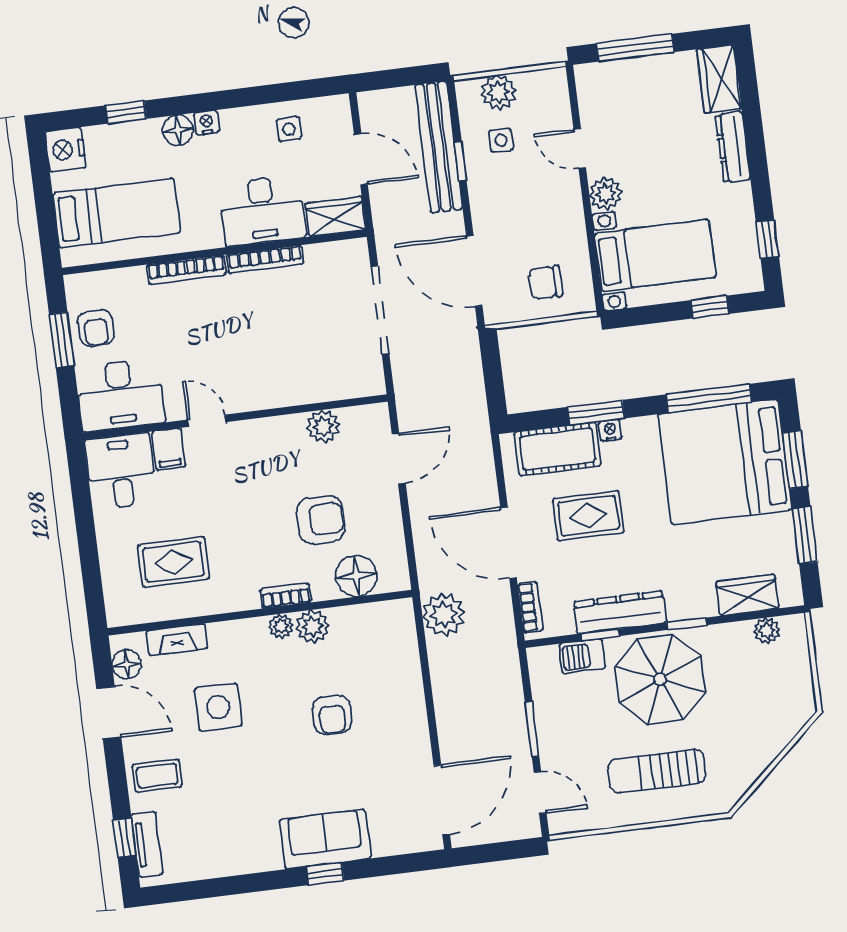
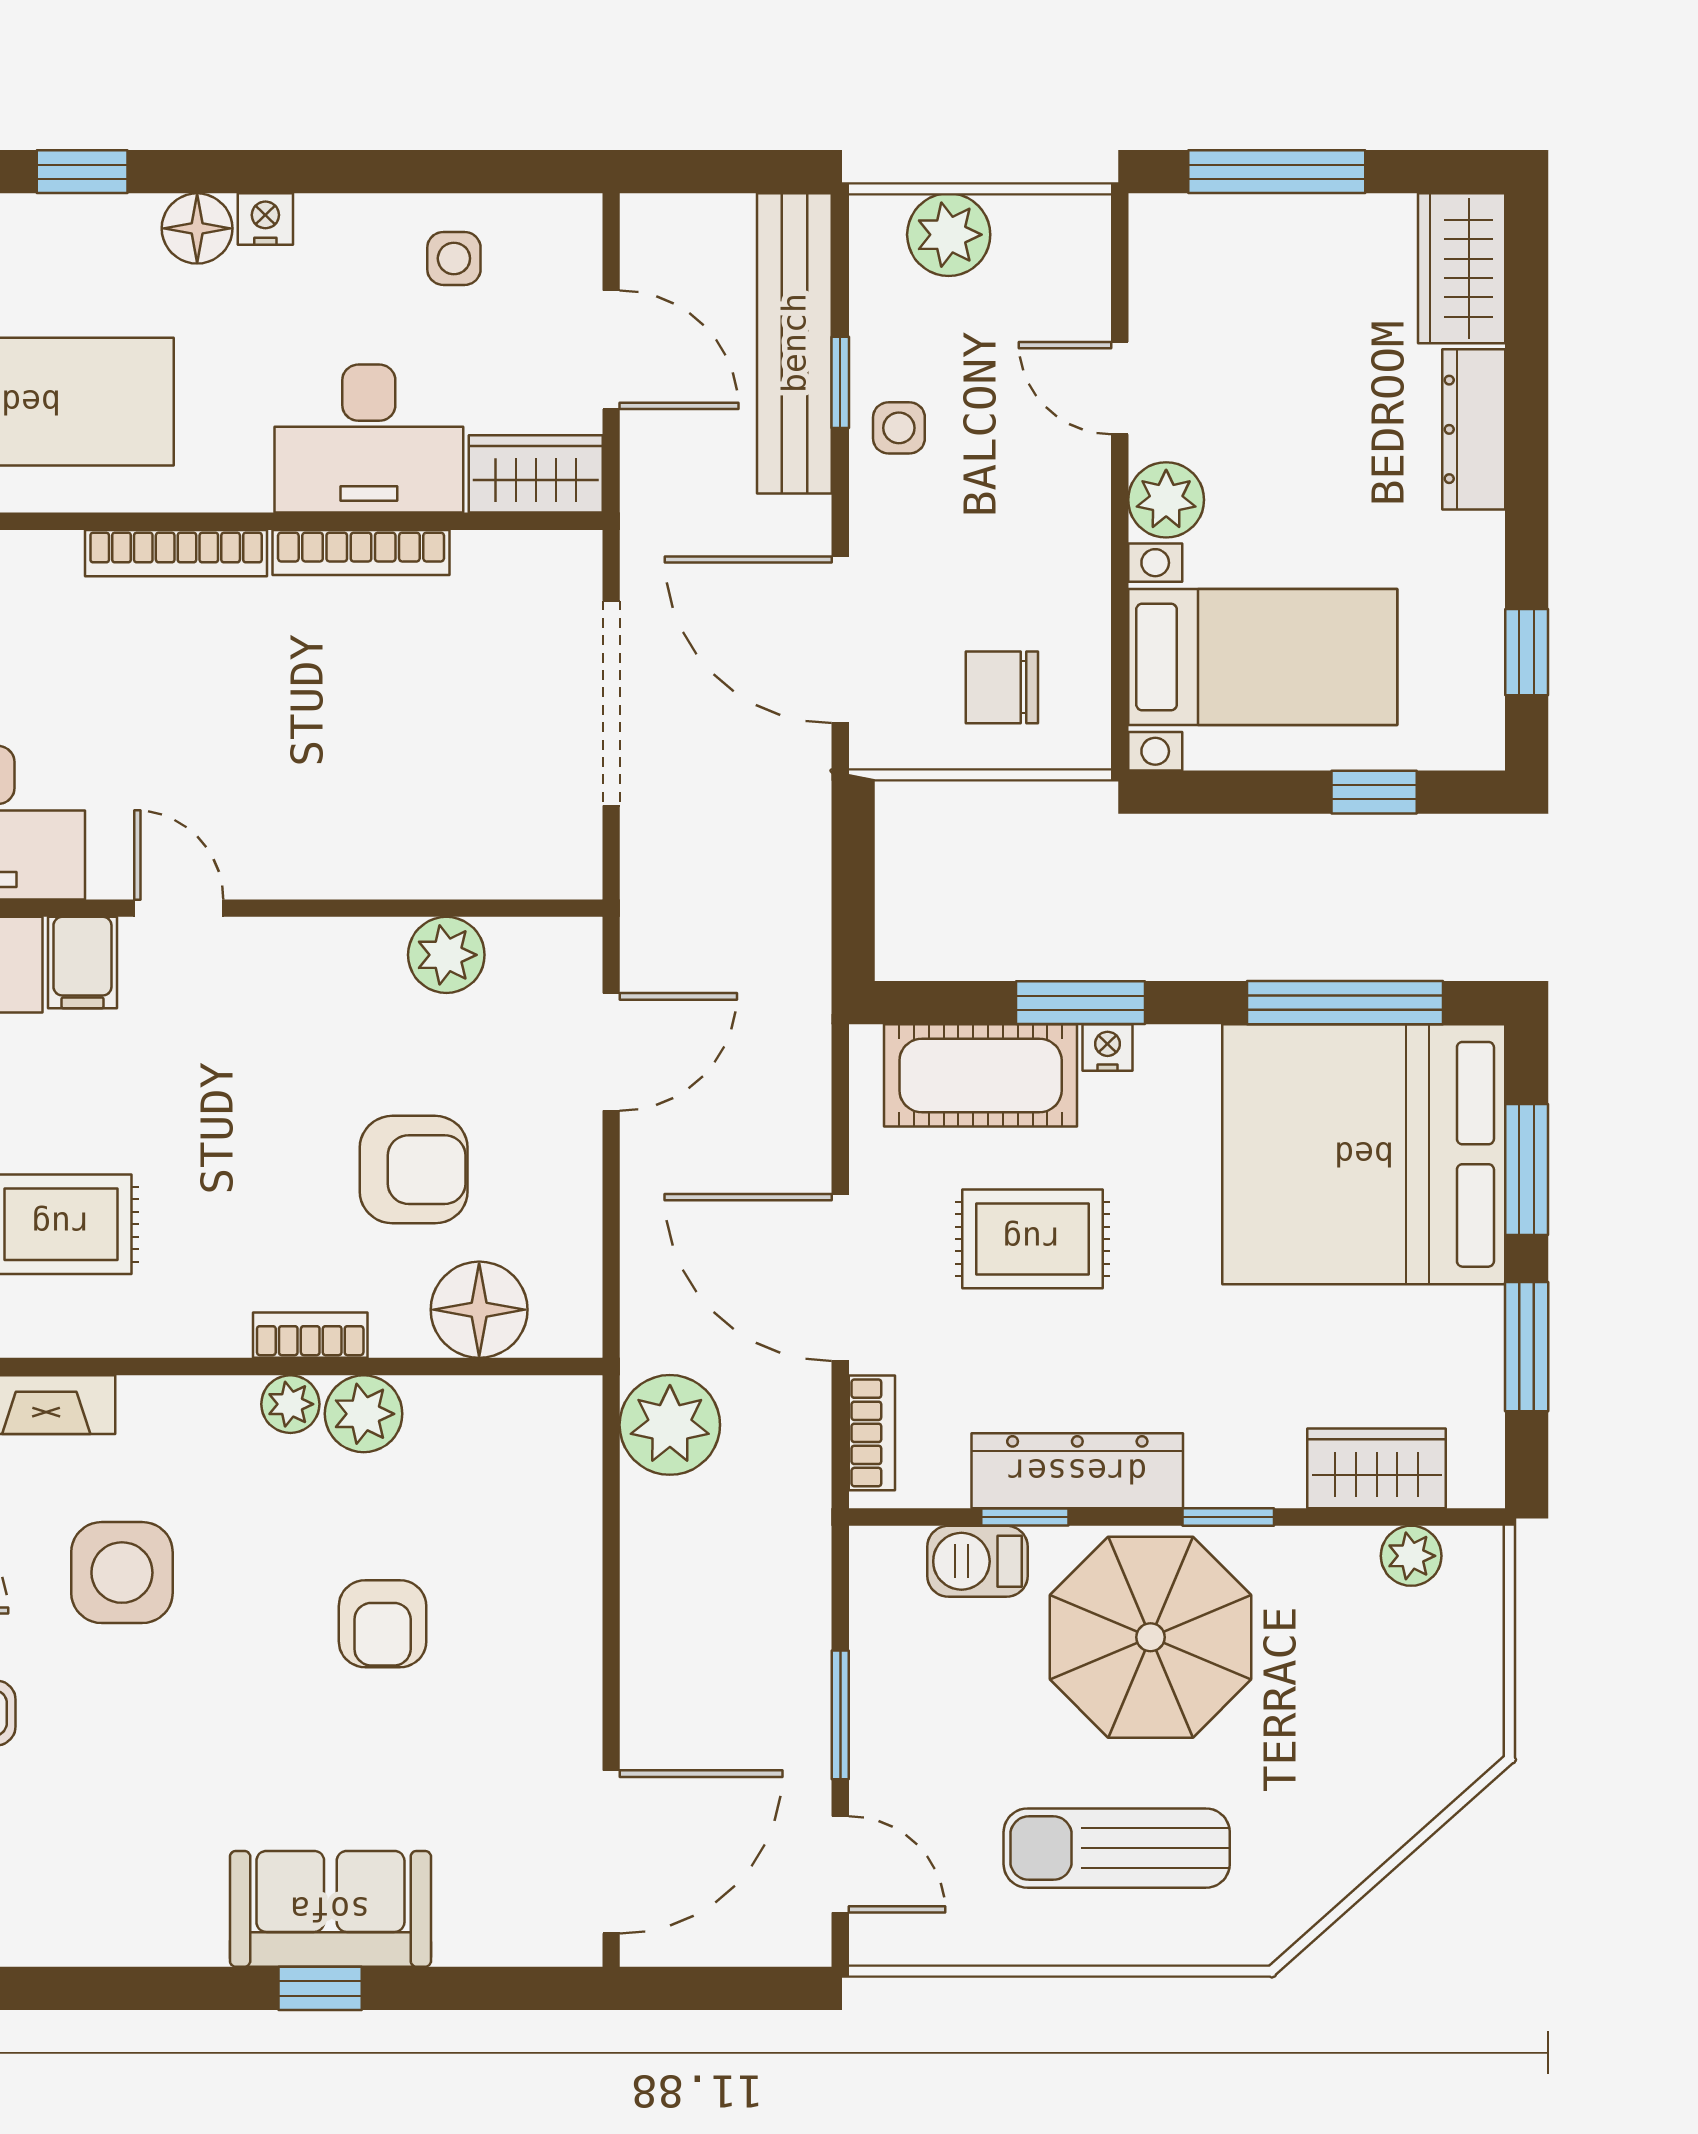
side table: (501, 140) -> (899, 428), moved

